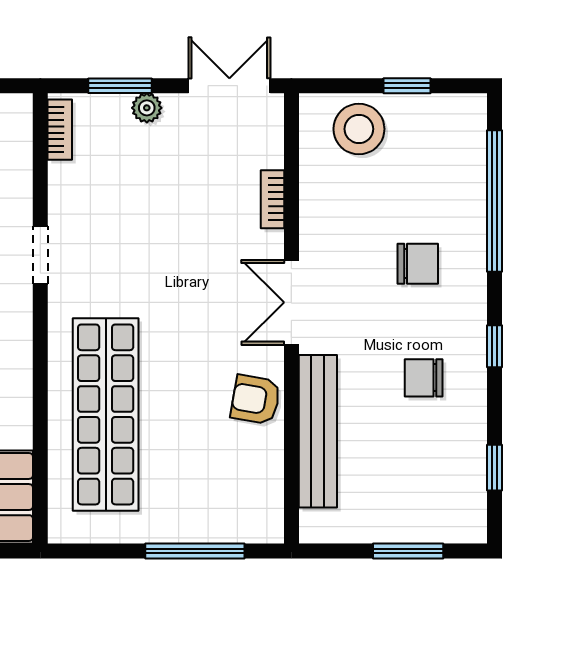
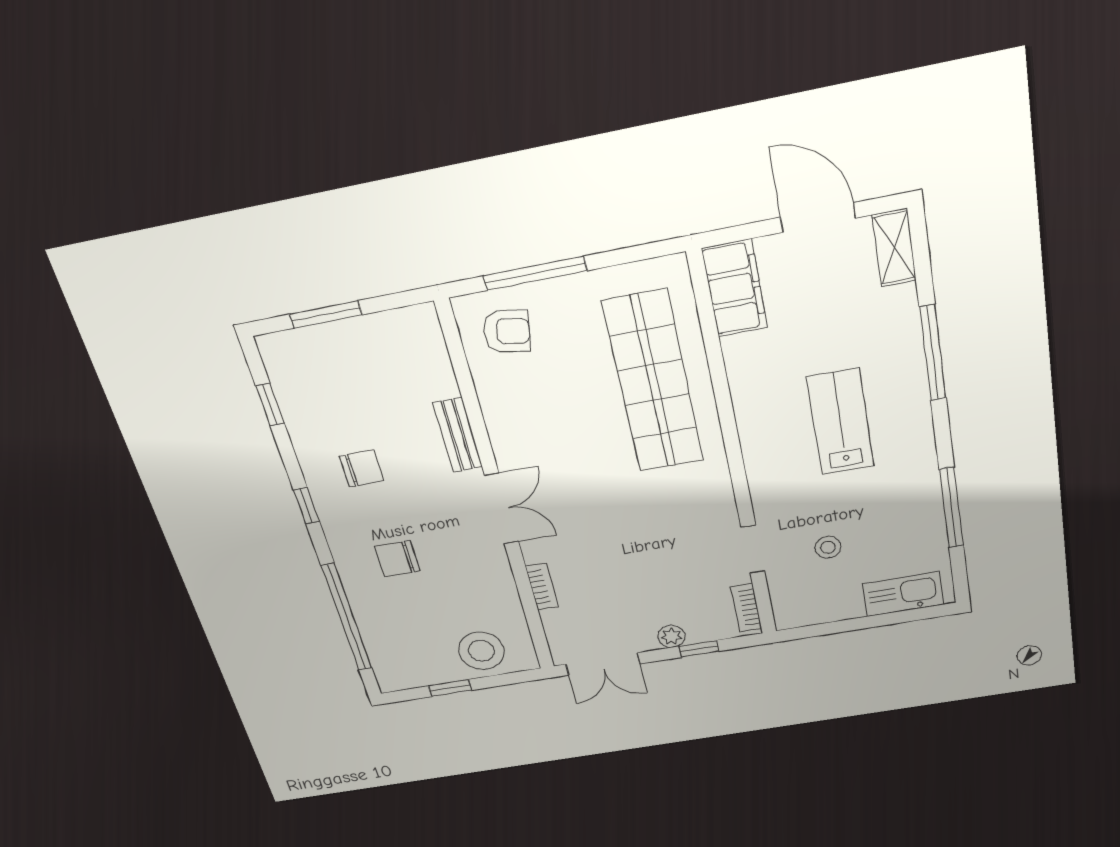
window: (120, 86) -> (699, 649), width x0.67
doorway: (40, 255) -> (753, 549), moved
armchair: (255, 400) -> (507, 331), moved
bench: (318, 431) -> (458, 435), width x0.54, depth x0.82

